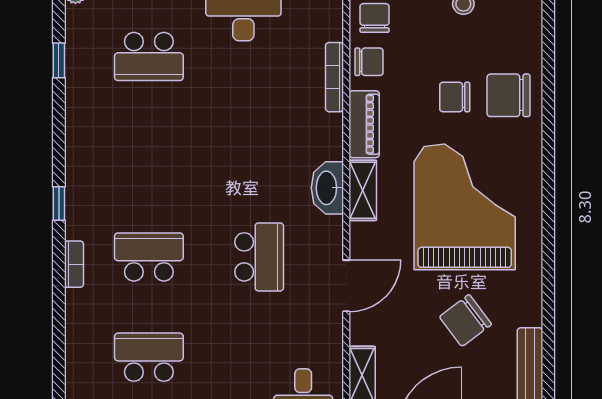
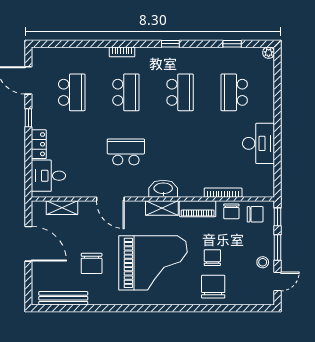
school desk: (149, 157) -> (180, 92), added
window: (59, 203) -> (170, 44), moved
school desk: (259, 257) -> (126, 152), turned 180
chair: (465, 320) -> (92, 263), turned -143

